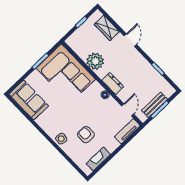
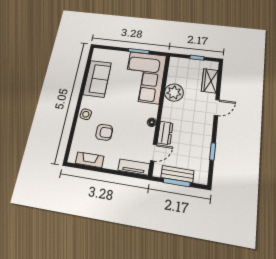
dresser: (113, 84) -> (165, 133), moved
sofa: (29, 100) -> (97, 79), moved
armchair: (86, 135) -> (104, 132), turned 90

